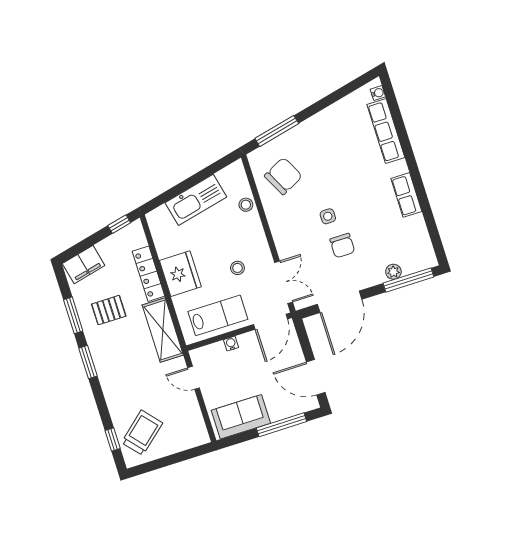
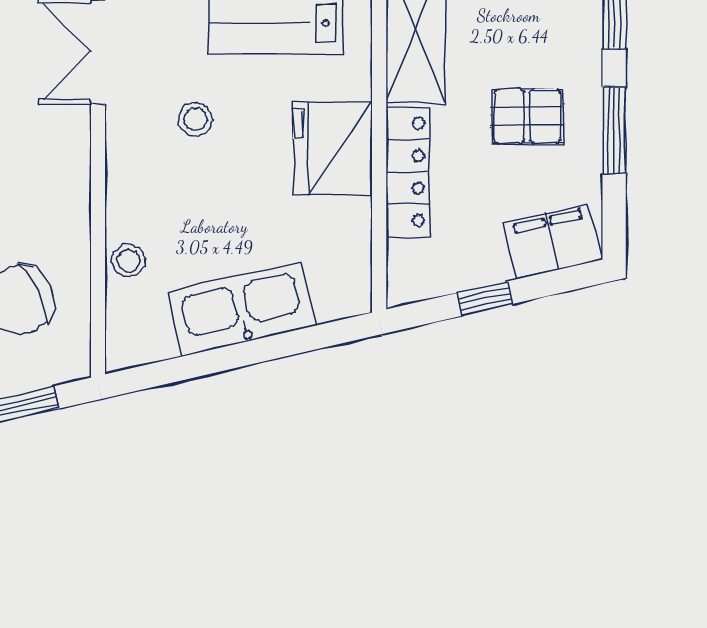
window: (119, 224) -> (485, 299), moved

